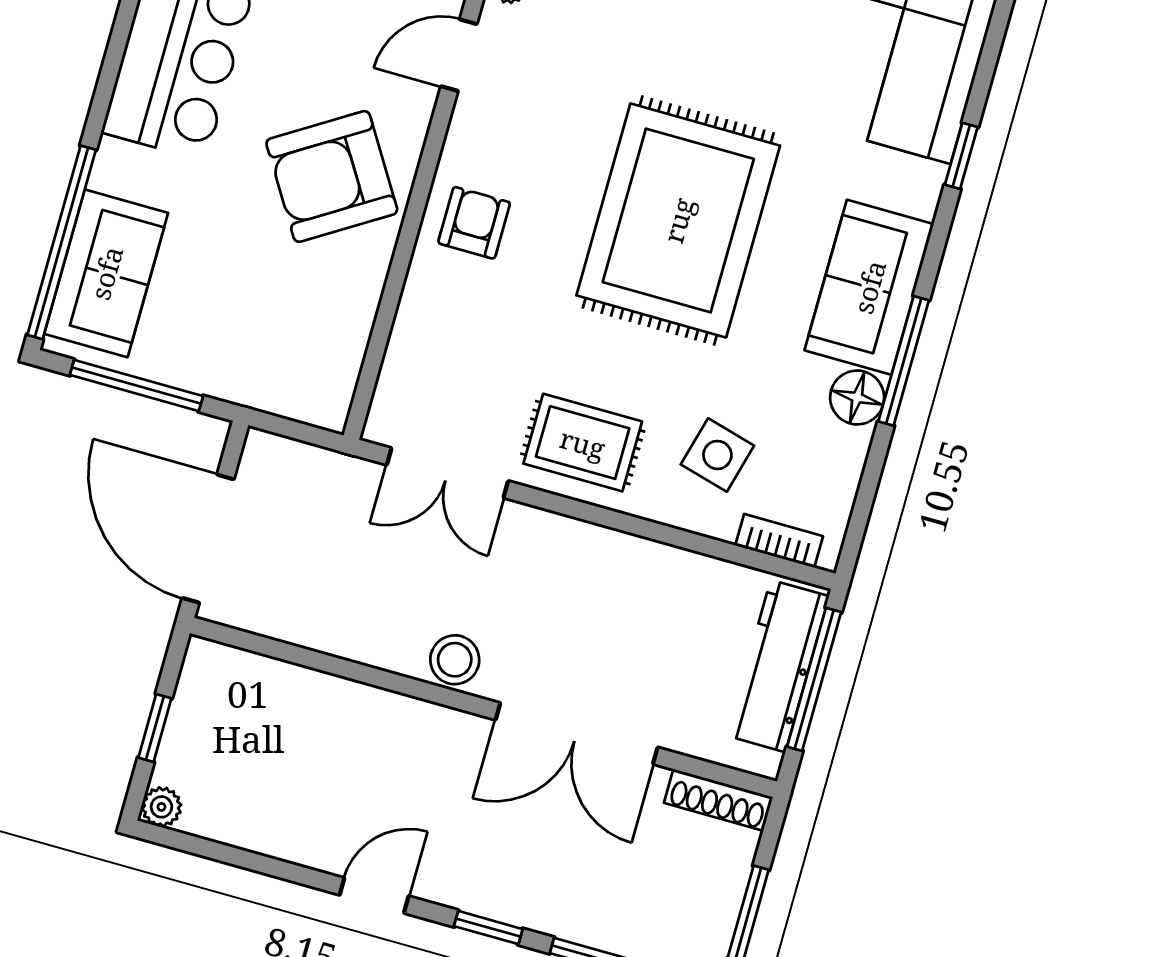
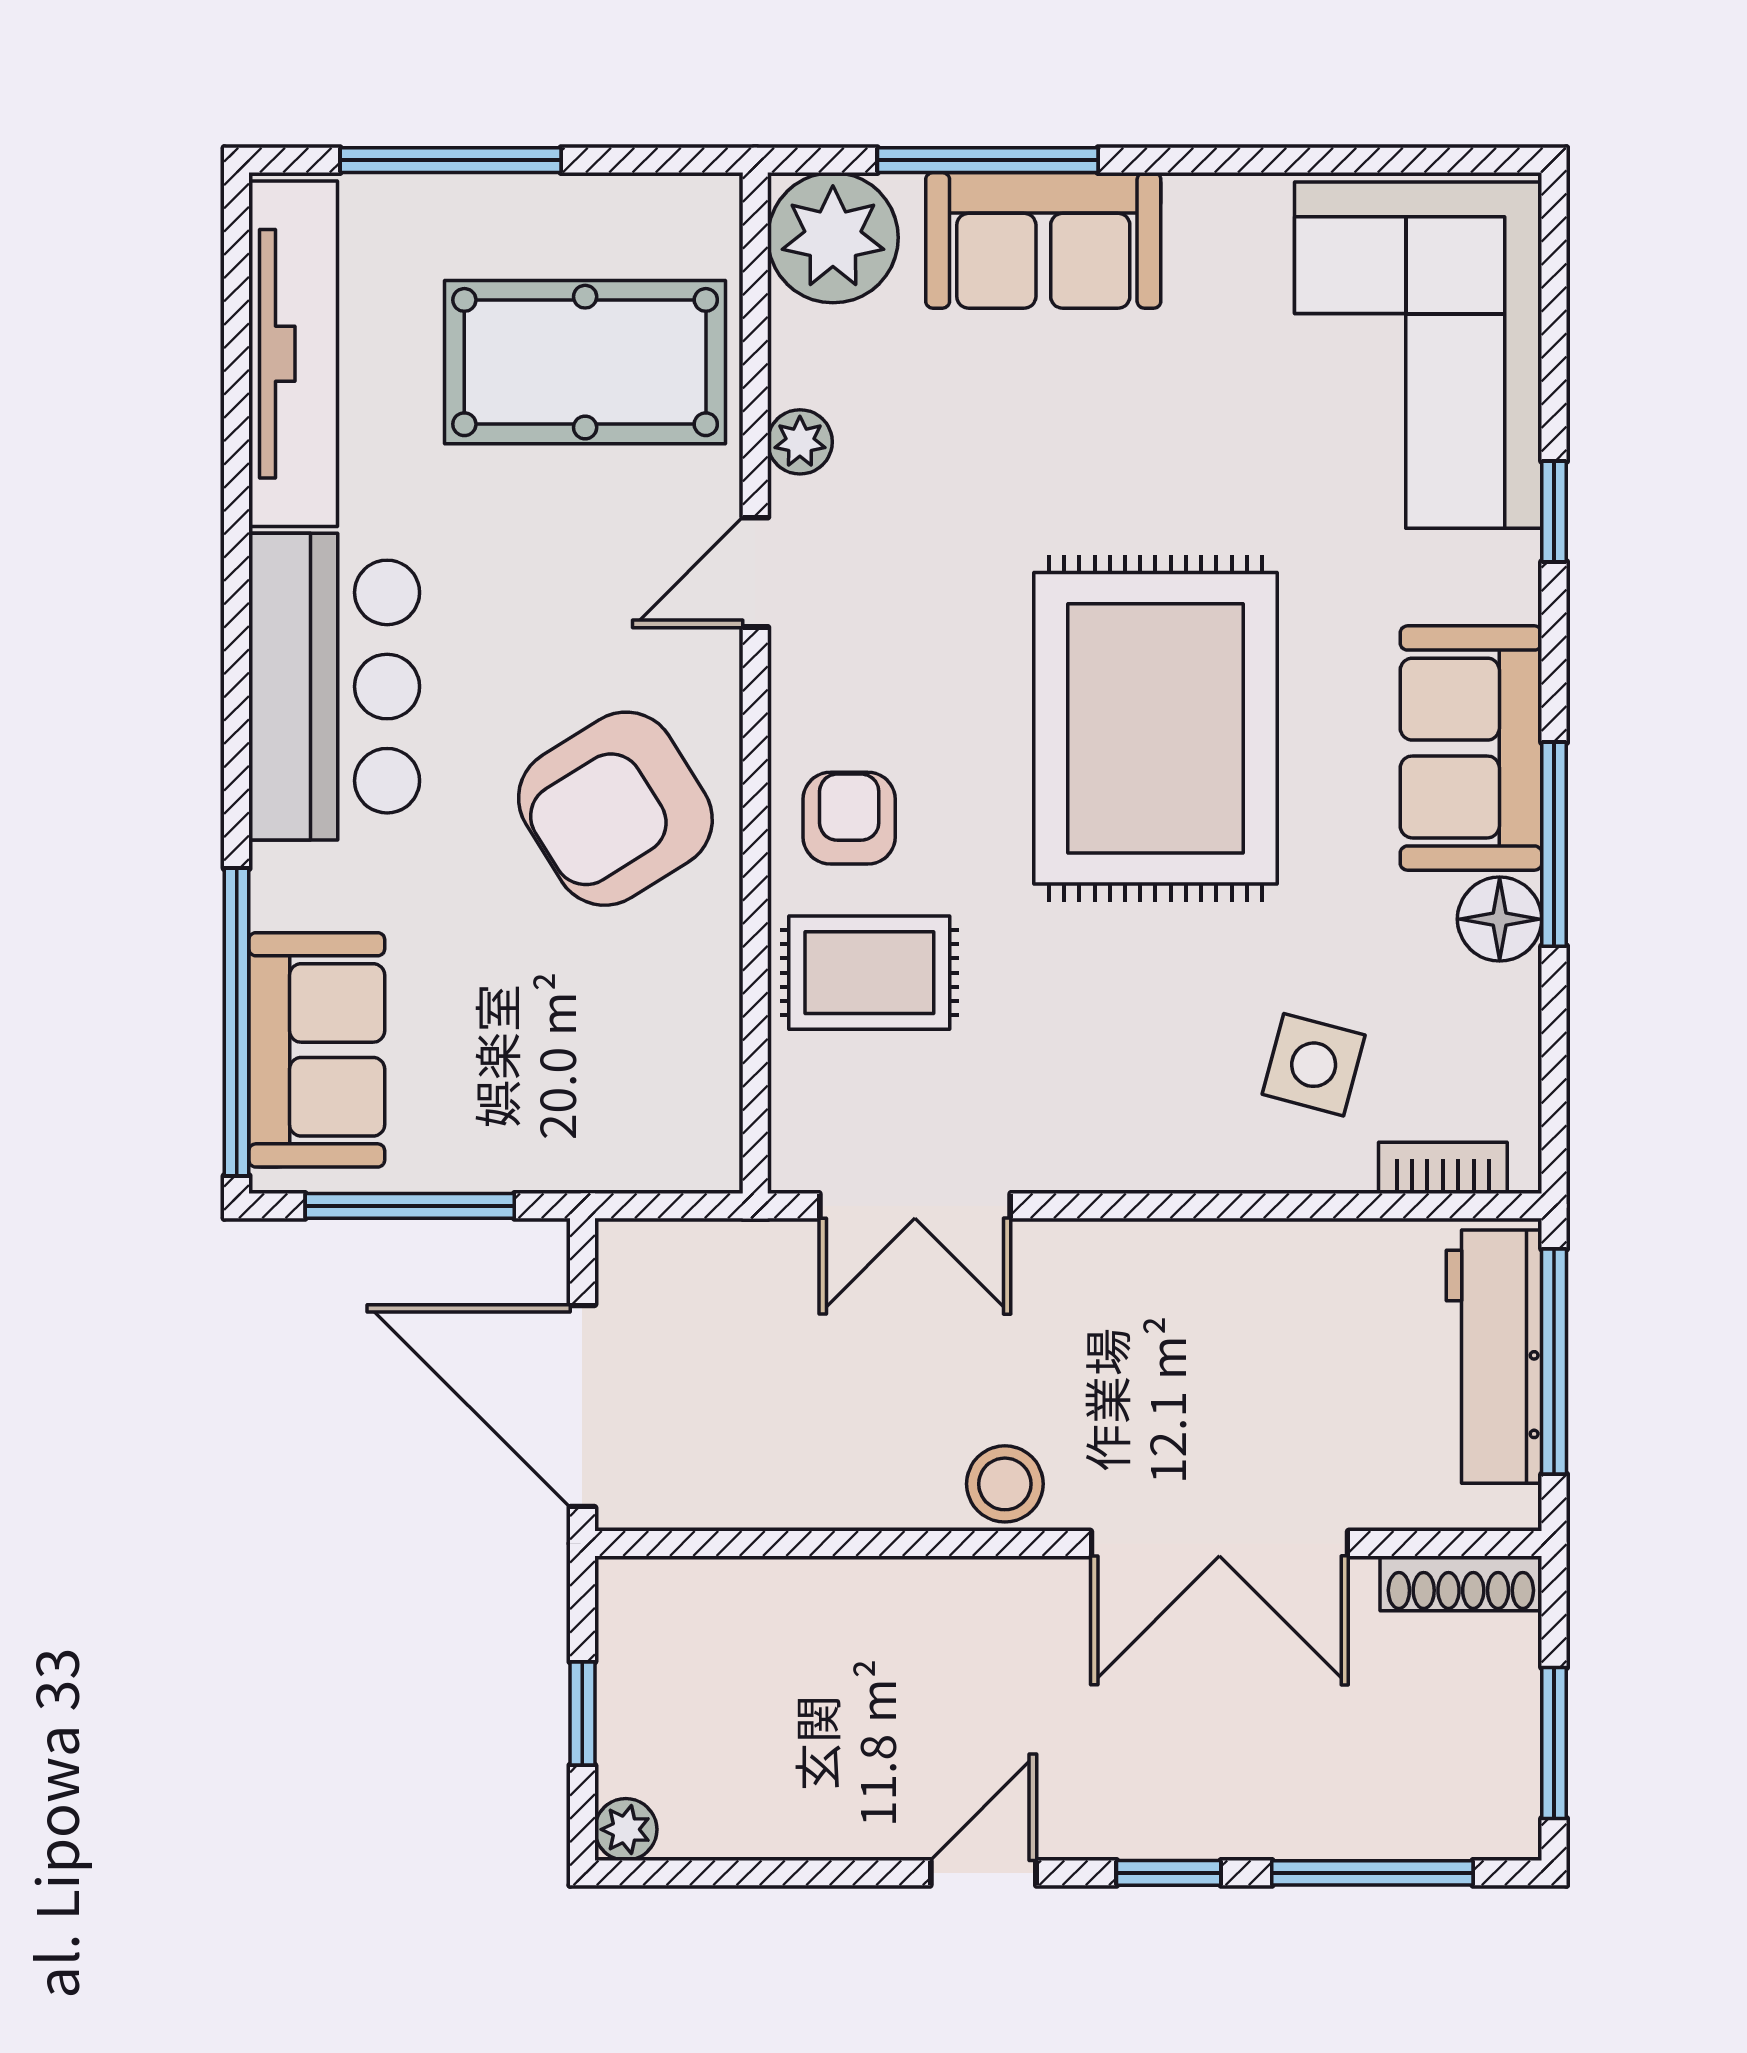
rug: (583, 443) -> (869, 973), moved

